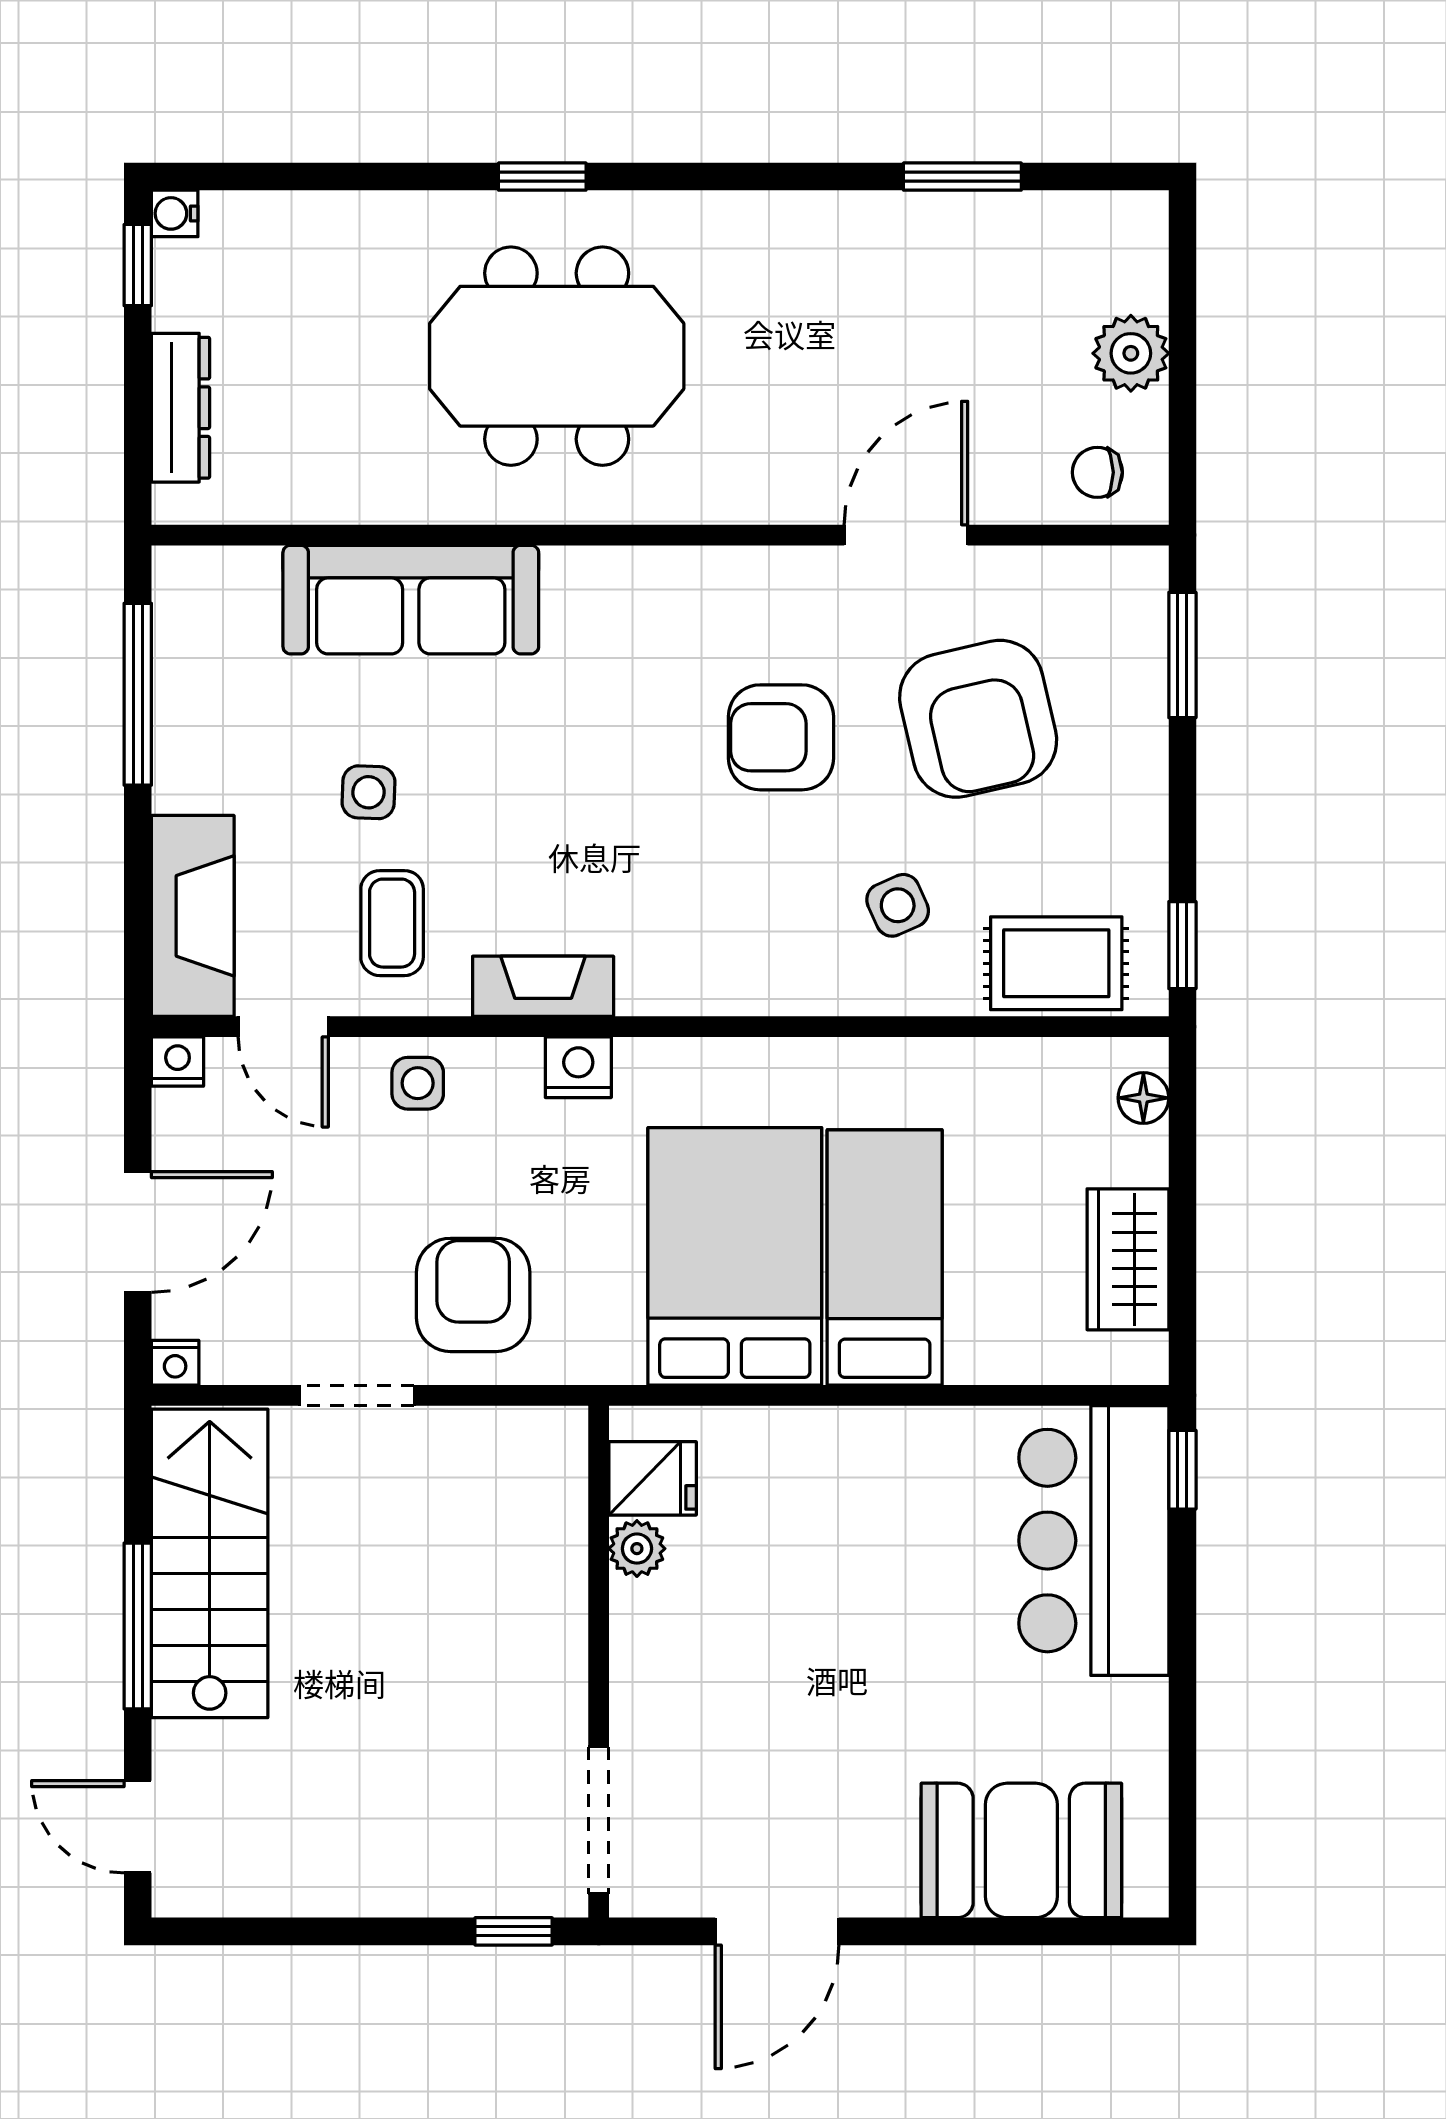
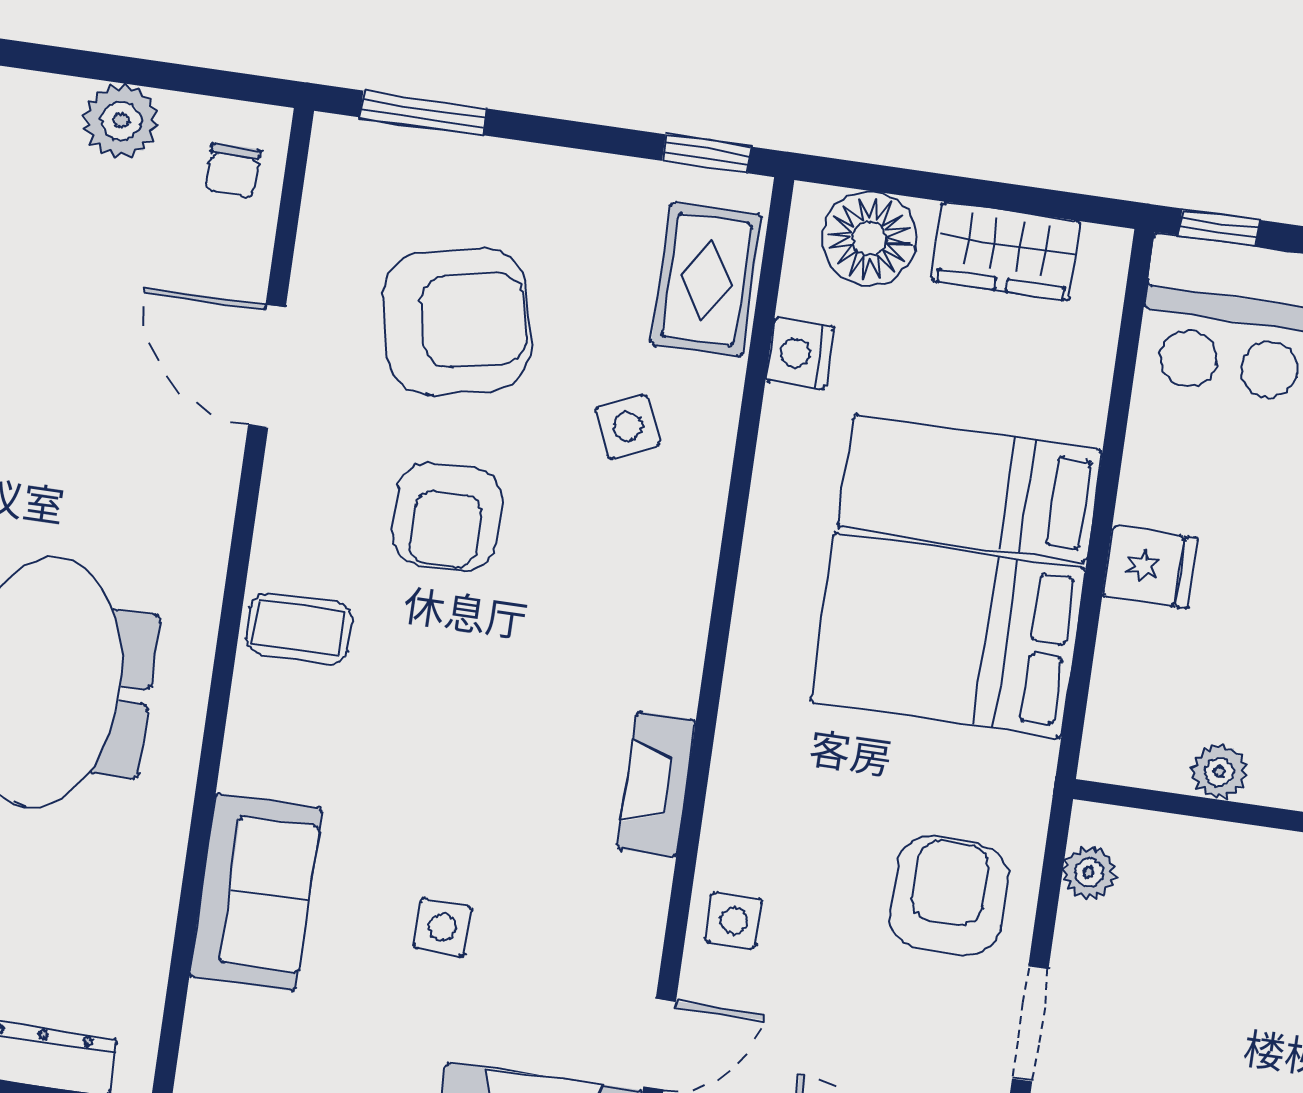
sofa: (411, 600) -> (256, 892), width x0.73
coffee table: (392, 923) -> (299, 629), moved
nightstand: (578, 1067) -> (800, 353), moved
floor lamp: (1143, 1098) -> (869, 239), width x1.89, depth x1.89
armchair: (473, 1295) -> (949, 896), turned 90
plant: (517, 1432) -> (1089, 873), added
fridge: (653, 1478) -> (1150, 567), moved, turned 90

